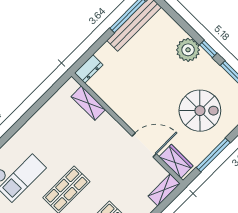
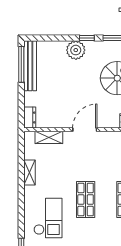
shelving: (41, 117) -> (29, 172), added
door: (144, 145) -> (85, 130), moved

